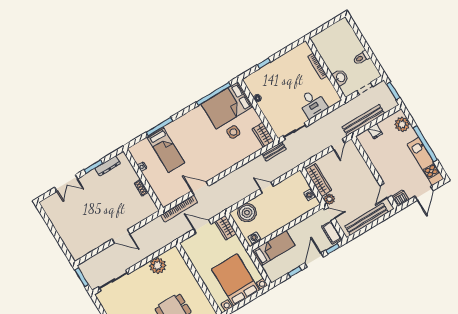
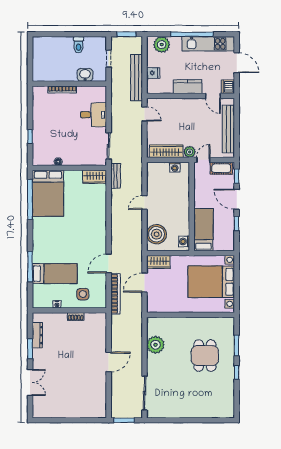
side table: (233, 132) -> (83, 294), moved
kitchen counter: (381, 166) -> (188, 87), added

